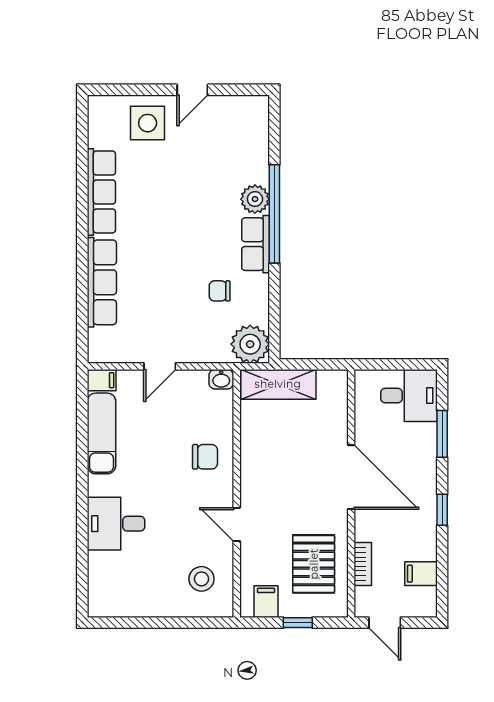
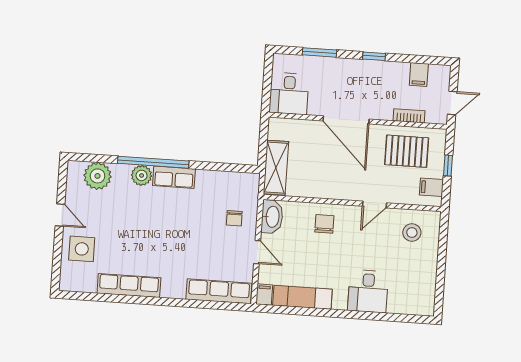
row of seats: (102, 282) -> (219, 291), moved
chair: (220, 291) -> (234, 218), moved
plant: (250, 344) -> (97, 176), moved
washbasin: (221, 379) -> (272, 217), width x1.91, depth x1.45
desk: (409, 396) -> (289, 94), moved, turned 180
door: (351, 477) -> (346, 120), swing flipped

